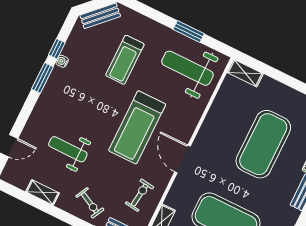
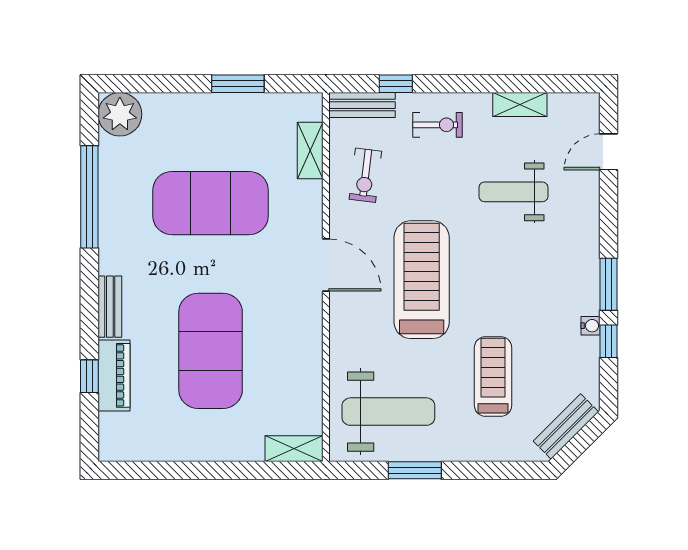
weight bench: (68, 149) -> (513, 192), turned 180
exercise bike: (90, 203) -> (438, 125), turned 153

